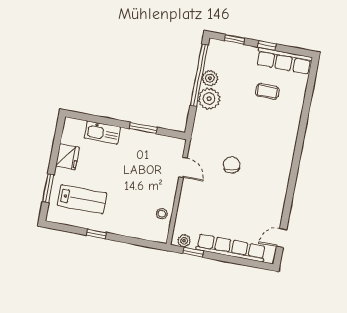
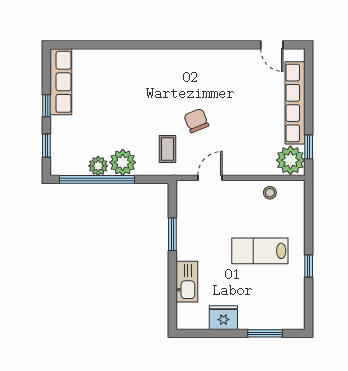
coffee table: (267, 91) -> (168, 149), moved
chair: (232, 165) -> (196, 121), turned 81
lab bench: (82, 199) -> (260, 251), moved, turned -90
plant: (184, 241) -> (290, 160), width x1.87, depth x1.87

